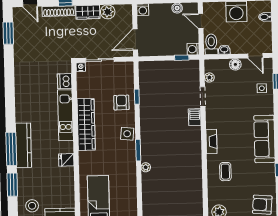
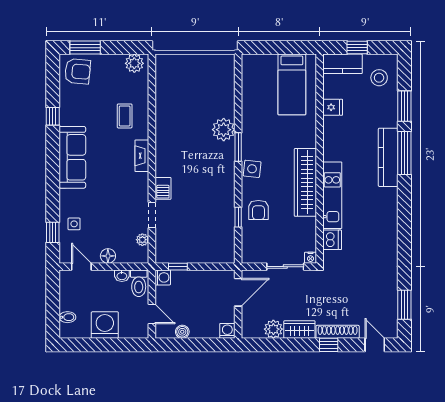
fridge: (66, 160) -> (333, 107), moved
plant: (146, 167) -> (224, 130), width x1.88, depth x1.88

